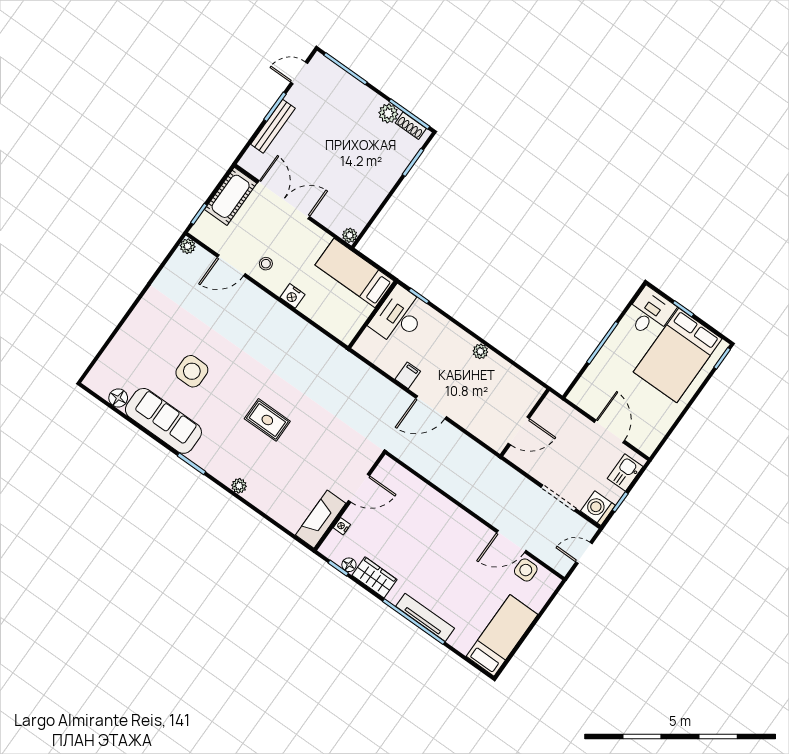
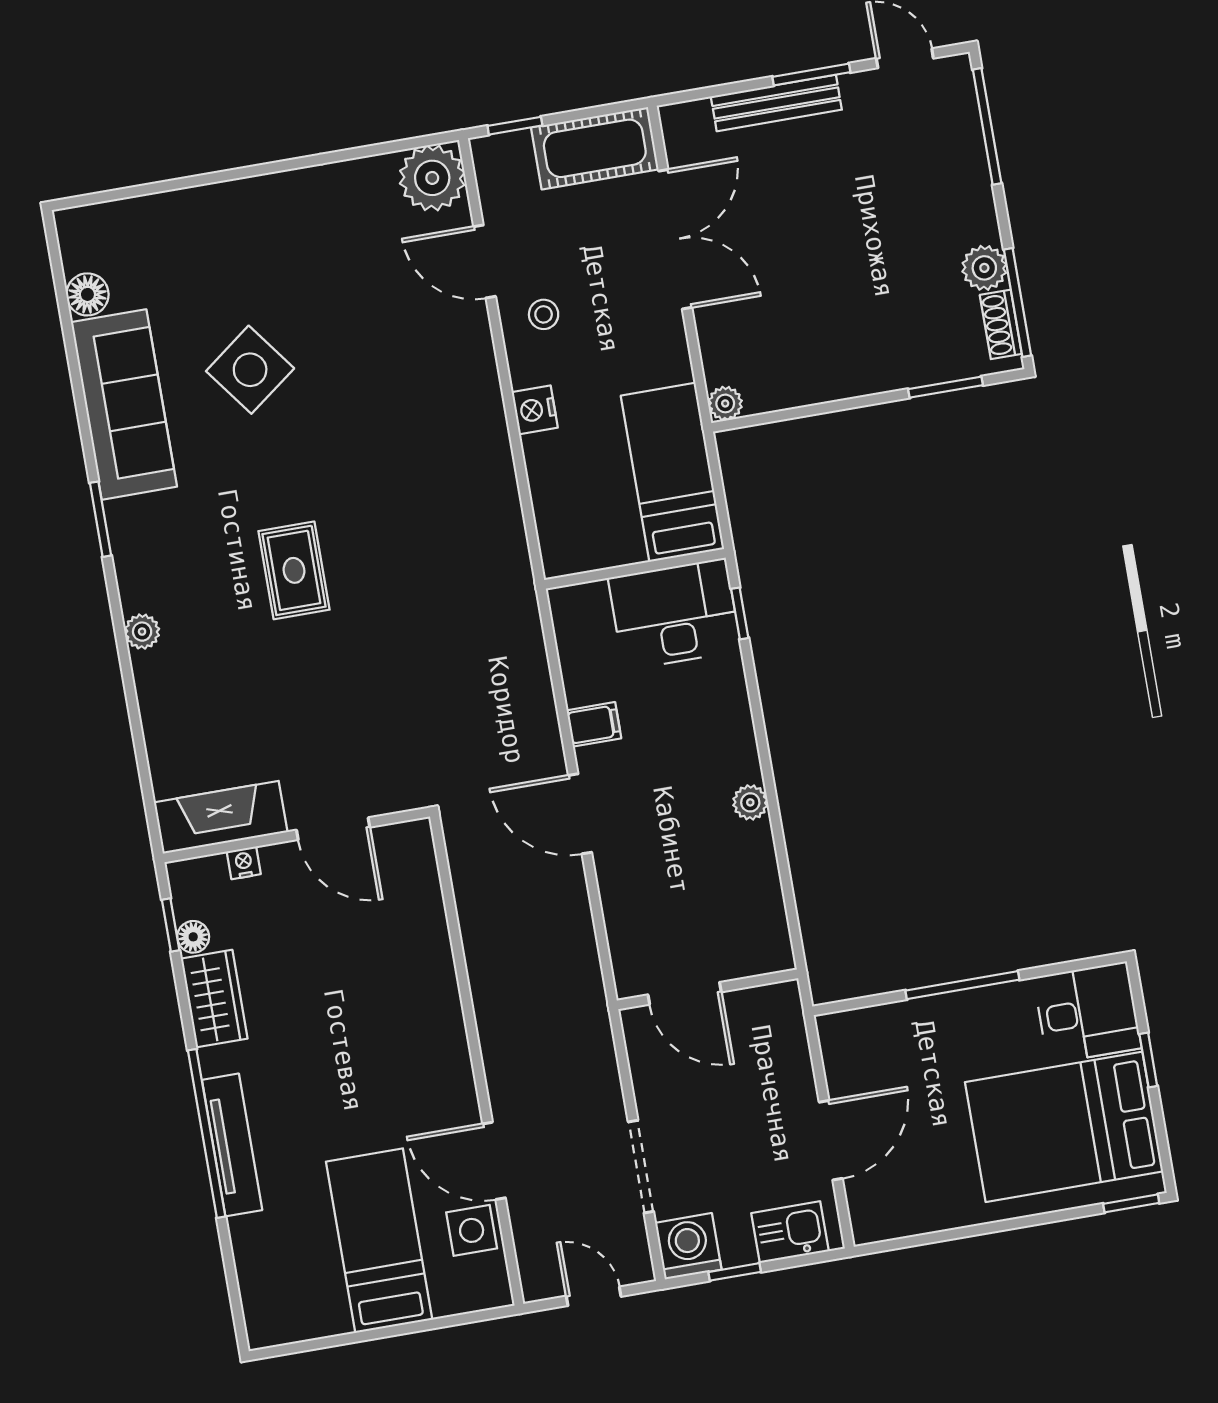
plant: (188, 246) -> (432, 178), width x1.88, depth x1.88
side table: (192, 371) -> (250, 370), turned -37
bed: (502, 635) -> (379, 1241), moved, turned -90

